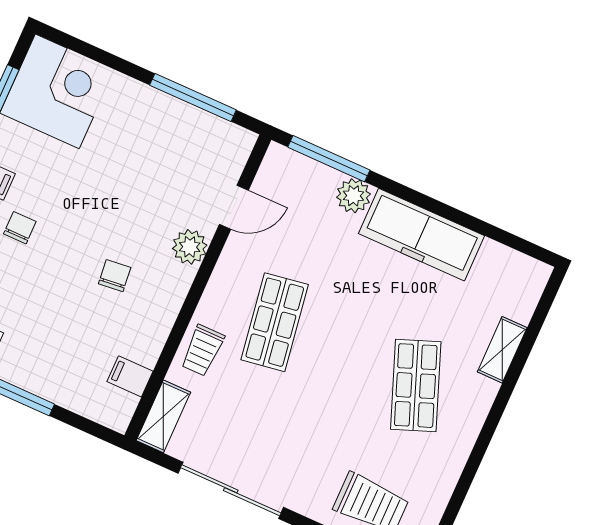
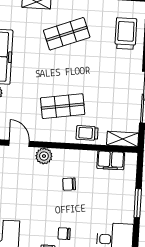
trolley: (203, 350) -> (87, 133), turned 180
filing cabinet: (130, 376) -> (111, 160), width x2.00

